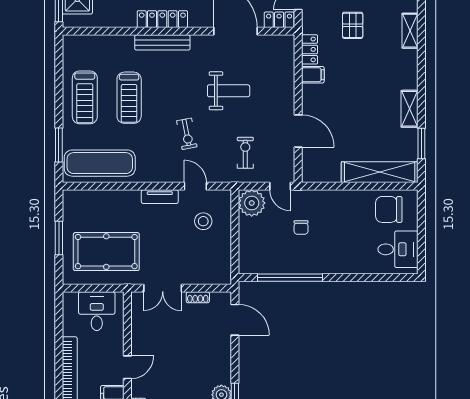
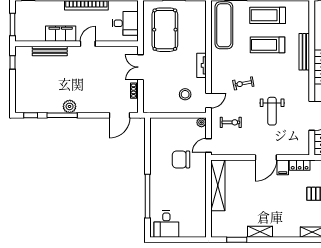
bench: (162, 42) -> (304, 52), moved
door: (298, 131) -> (266, 158), moved
shelving: (380, 172) -> (218, 185), moved
door: (195, 186) -> (209, 101), moved
plant: (252, 203) -> (201, 122), width x0.53, depth x0.53
chair: (389, 209) -> (193, 218), removed
chair: (301, 227) -> (181, 159), width x1.87, depth x1.87
window: (290, 278) -> (147, 196), moved
door: (127, 367) -> (88, 44), swing flipped

